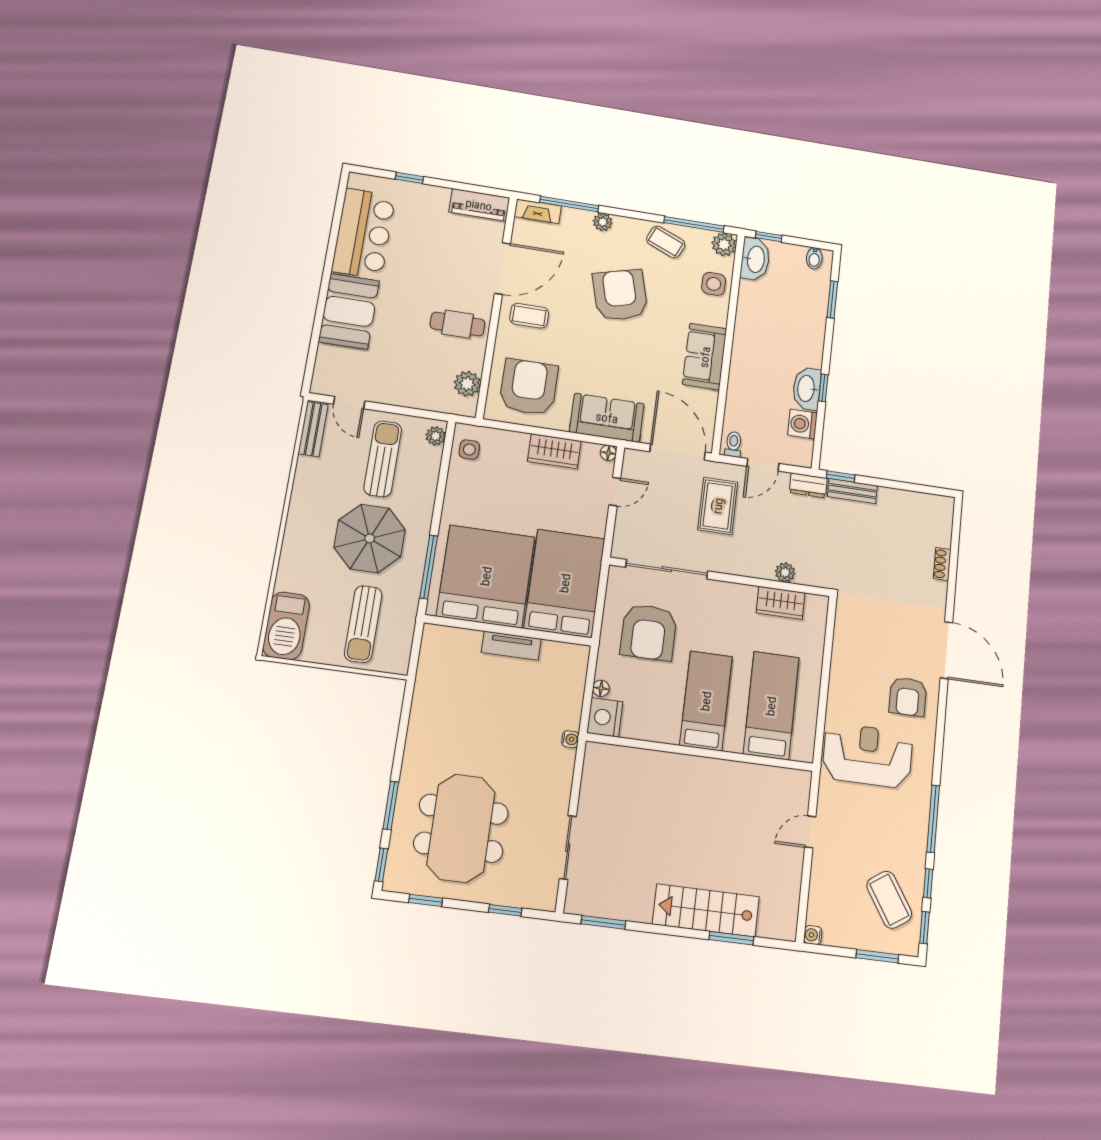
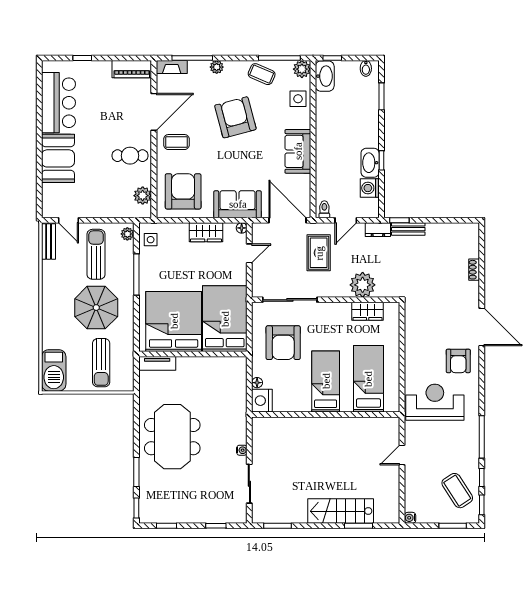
window: (429, 567) -> (136, 275), moved
plant: (785, 572) -> (363, 285), width x1.87, depth x1.87
tv unit: (511, 646) -> (157, 363), moved
water cooler: (570, 739) -> (242, 450), moved
meeting table: (461, 828) -> (172, 437), moved

